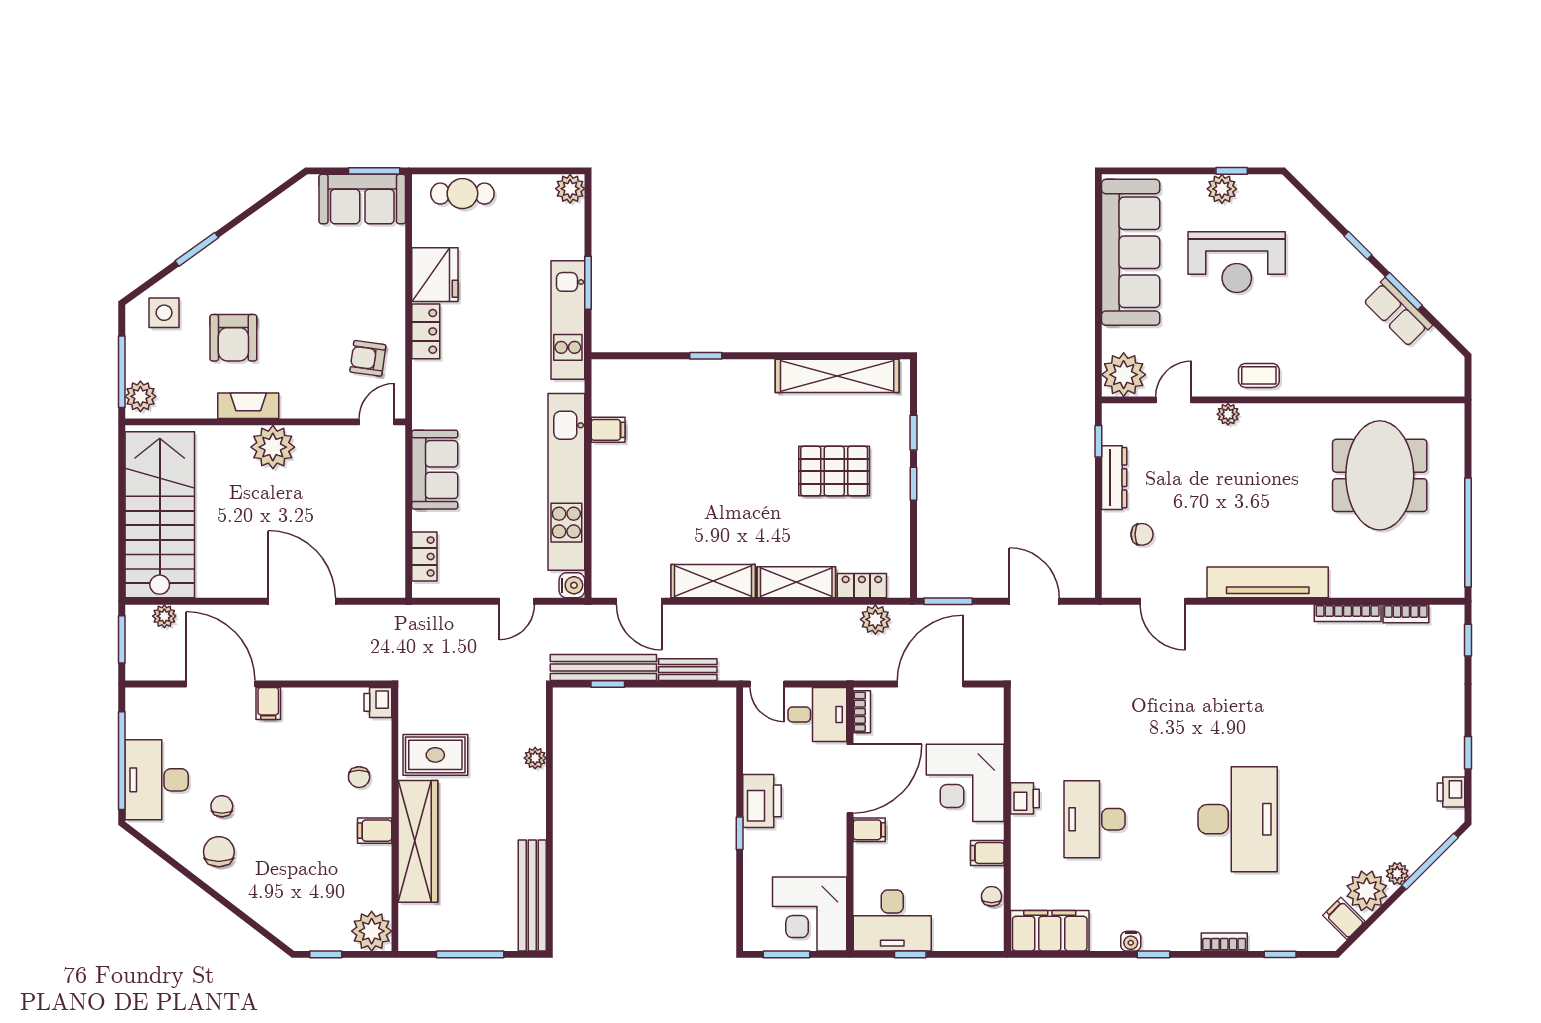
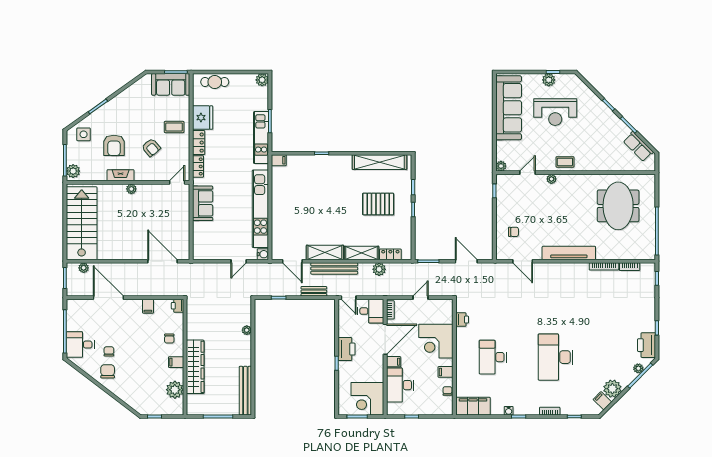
coffee table: (370, 296) -> (174, 127), added
row of seats: (1398, 313) -> (638, 147), moved
armchair: (368, 358) -> (151, 148), moved, turned -138
plant: (1124, 375) -> (501, 166), width x0.53, depth x0.53
filing cabinet: (608, 430) -> (279, 160), moved
plant: (273, 447) -> (131, 189), width x0.53, depth x0.53
dresser: (1114, 478) -> (501, 207), removed
locker: (424, 557) -> (198, 166), moved
door: (302, 601) -> (162, 261), moved
plant: (875, 619) -> (379, 269), moved
bench: (603, 668) -> (334, 268), moved
door: (930, 684) -> (420, 298), width x0.53
filing cabinet: (268, 703) -> (148, 306), moved
rug: (435, 755) -> (203, 329), removed
desk: (157, 780) -> (80, 345), width x0.73
printer: (1451, 792) -> (647, 345), width x1.87, depth x1.48
printer: (1025, 798) -> (462, 320), moved
desk: (1238, 819) -> (556, 357), turned 180
plant: (1397, 874) -> (638, 368), moved
desk: (892, 920) -> (400, 385), moved, turned 90
plant: (372, 931) -> (175, 390), moved

